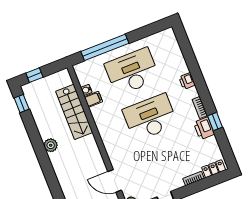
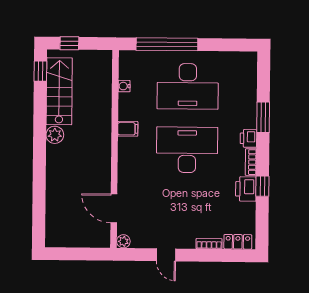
desk: (132, 72) -> (188, 86), turned 180
window: (195, 72) -> (263, 117), added
printer: (187, 81) -> (248, 138), moved
filing cabinet: (93, 99) -> (128, 129), moved
stairs: (74, 112) -> (59, 91), moved, turned 180

